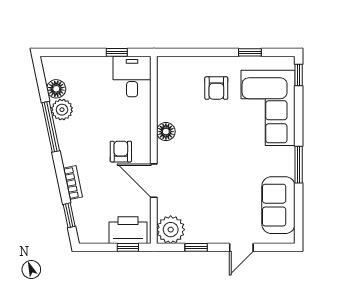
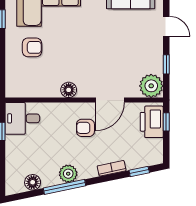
plant: (62, 110) -> (68, 174), moved

